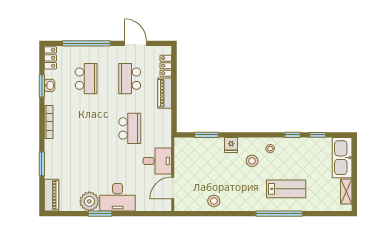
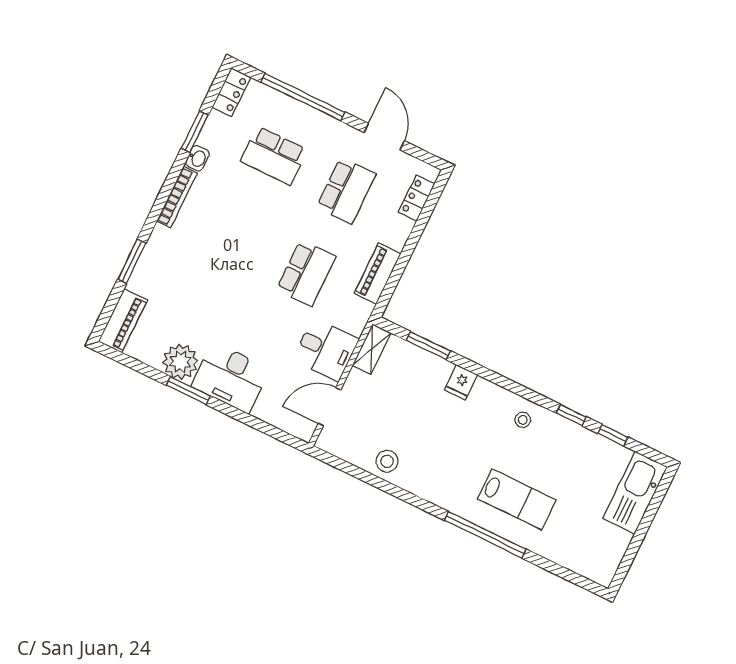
school desk: (86, 79) -> (274, 156), turned 90
school desk: (130, 79) -> (346, 191), turned 180
washbasin: (49, 85) -> (197, 158), moved
piano: (165, 93) -> (378, 274), moved
stool: (252, 161) -> (483, 425), removed
shelving: (346, 192) -> (372, 349), moved

